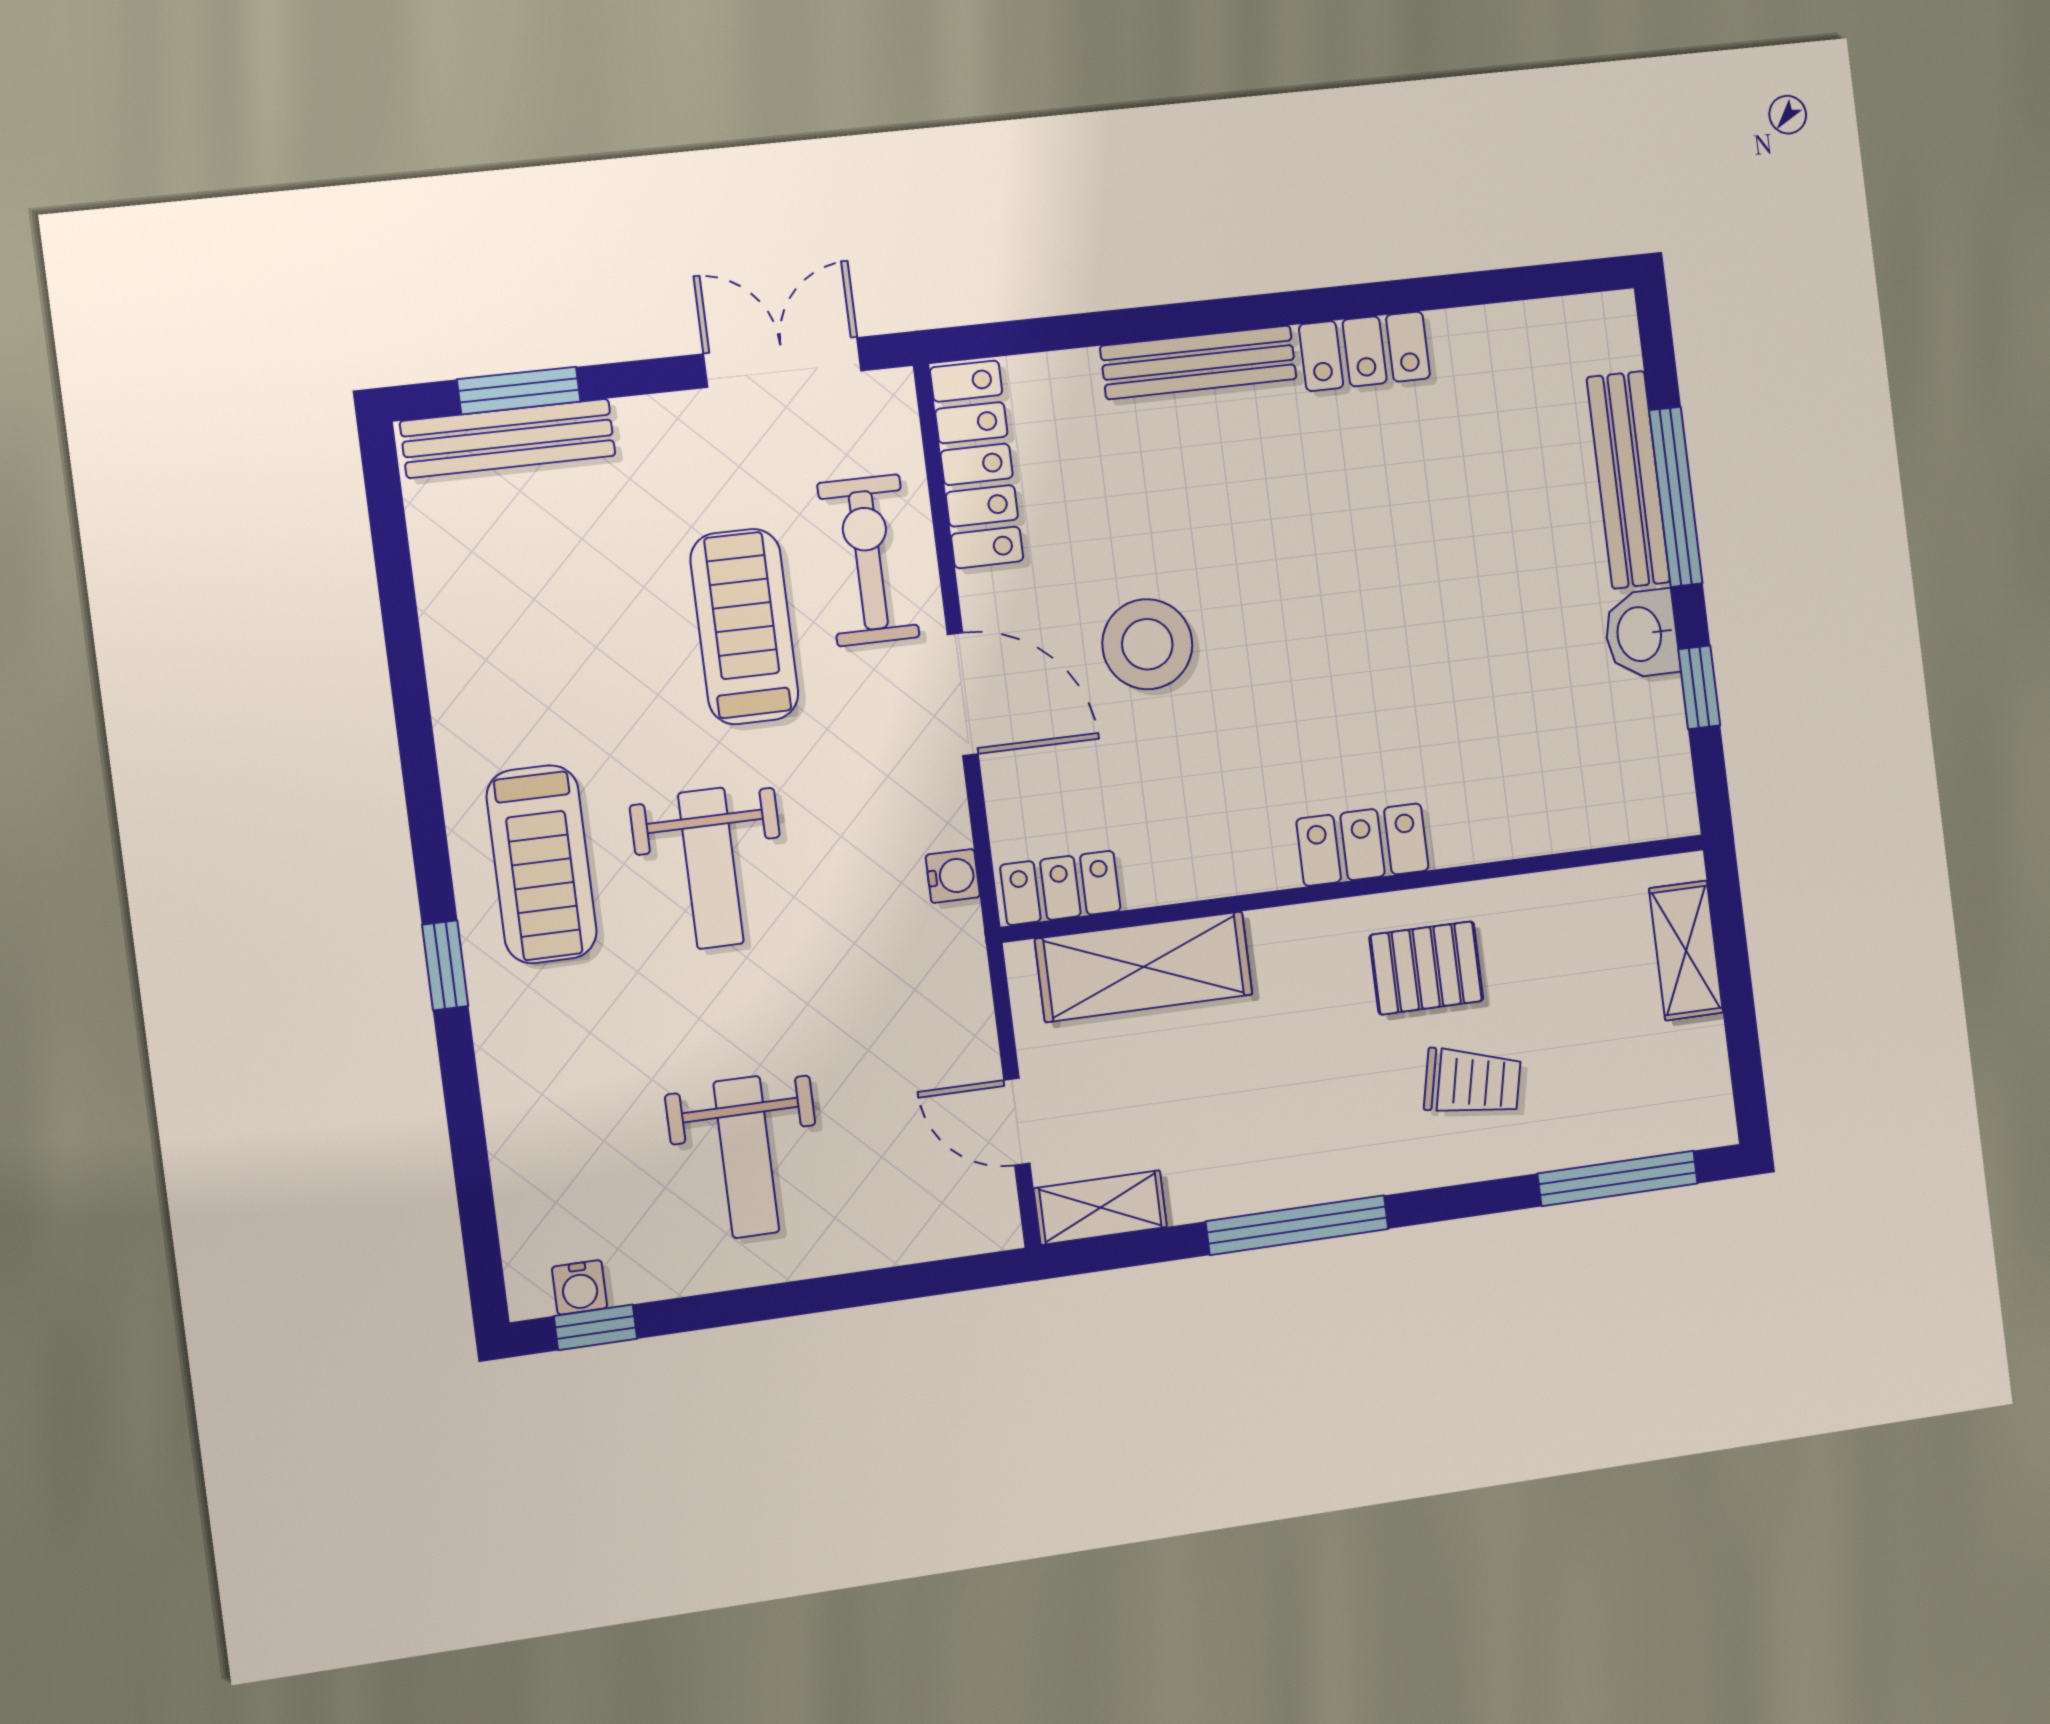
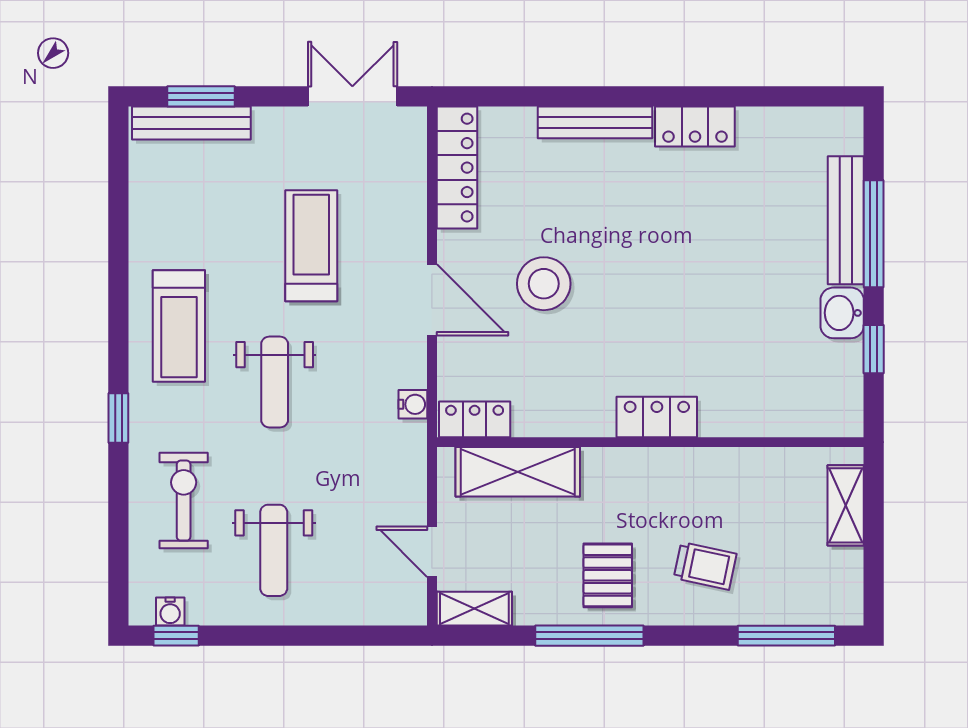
exercise bike: (868, 560) -> (184, 501), moved
treadmill: (542, 864) -> (179, 326), moved
pallet: (1426, 968) -> (608, 575), moved, turned 90

